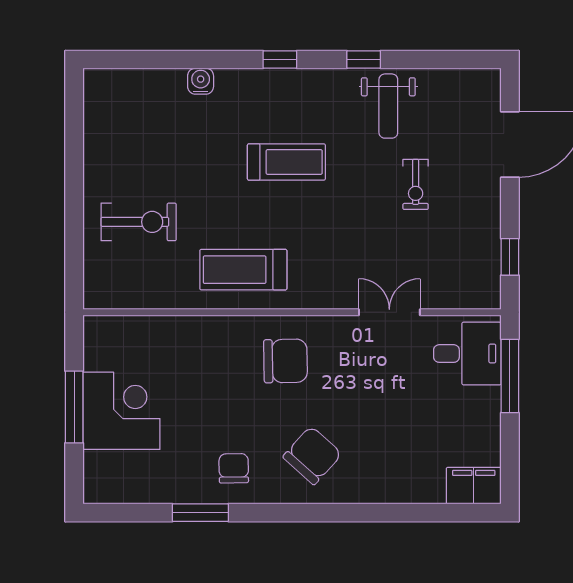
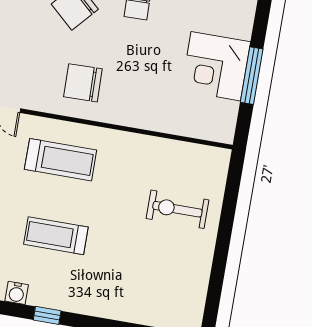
water cooler: (201, 81) -> (17, 293), moved
treadmill: (243, 270) -> (61, 160), moved

